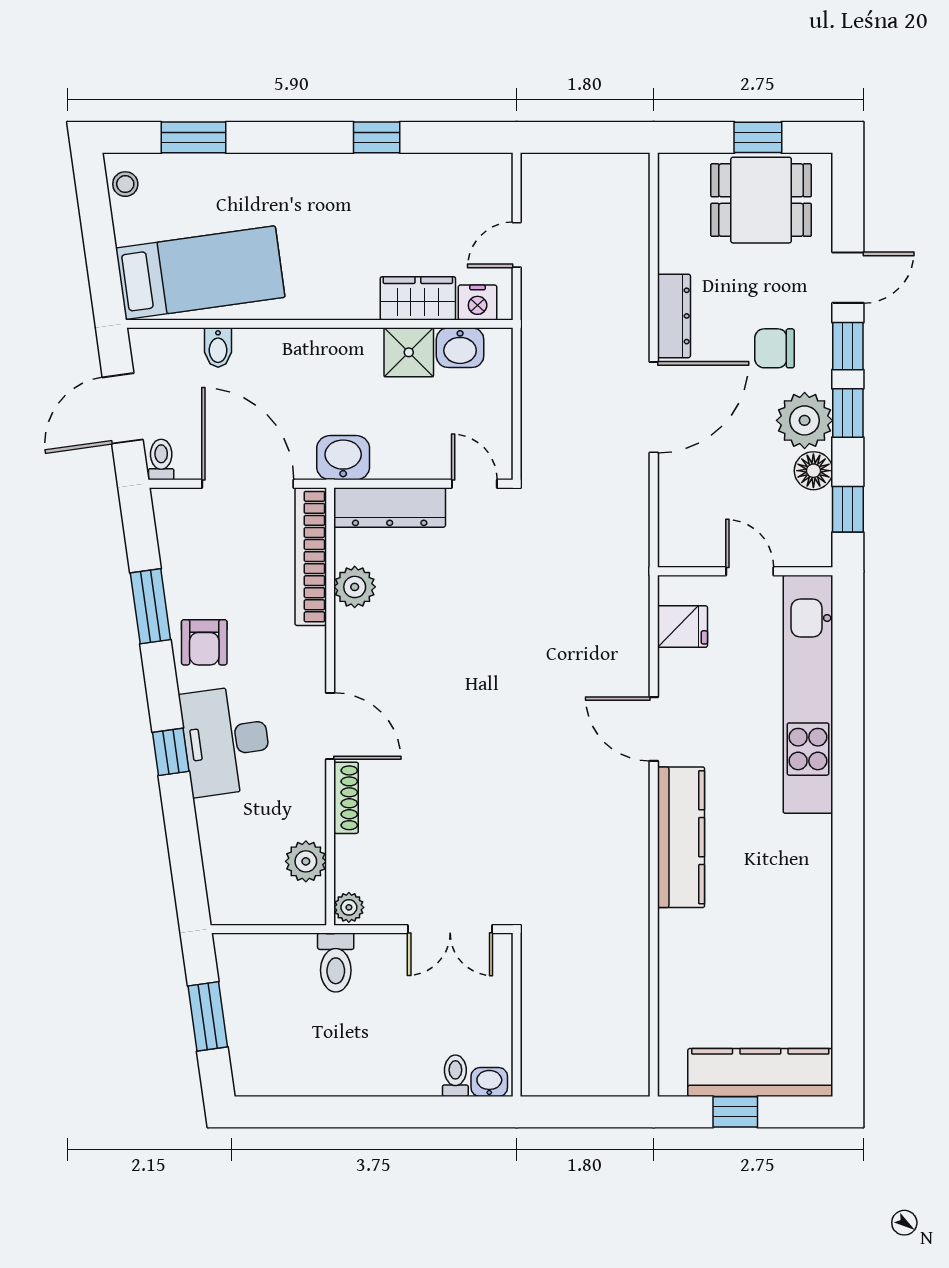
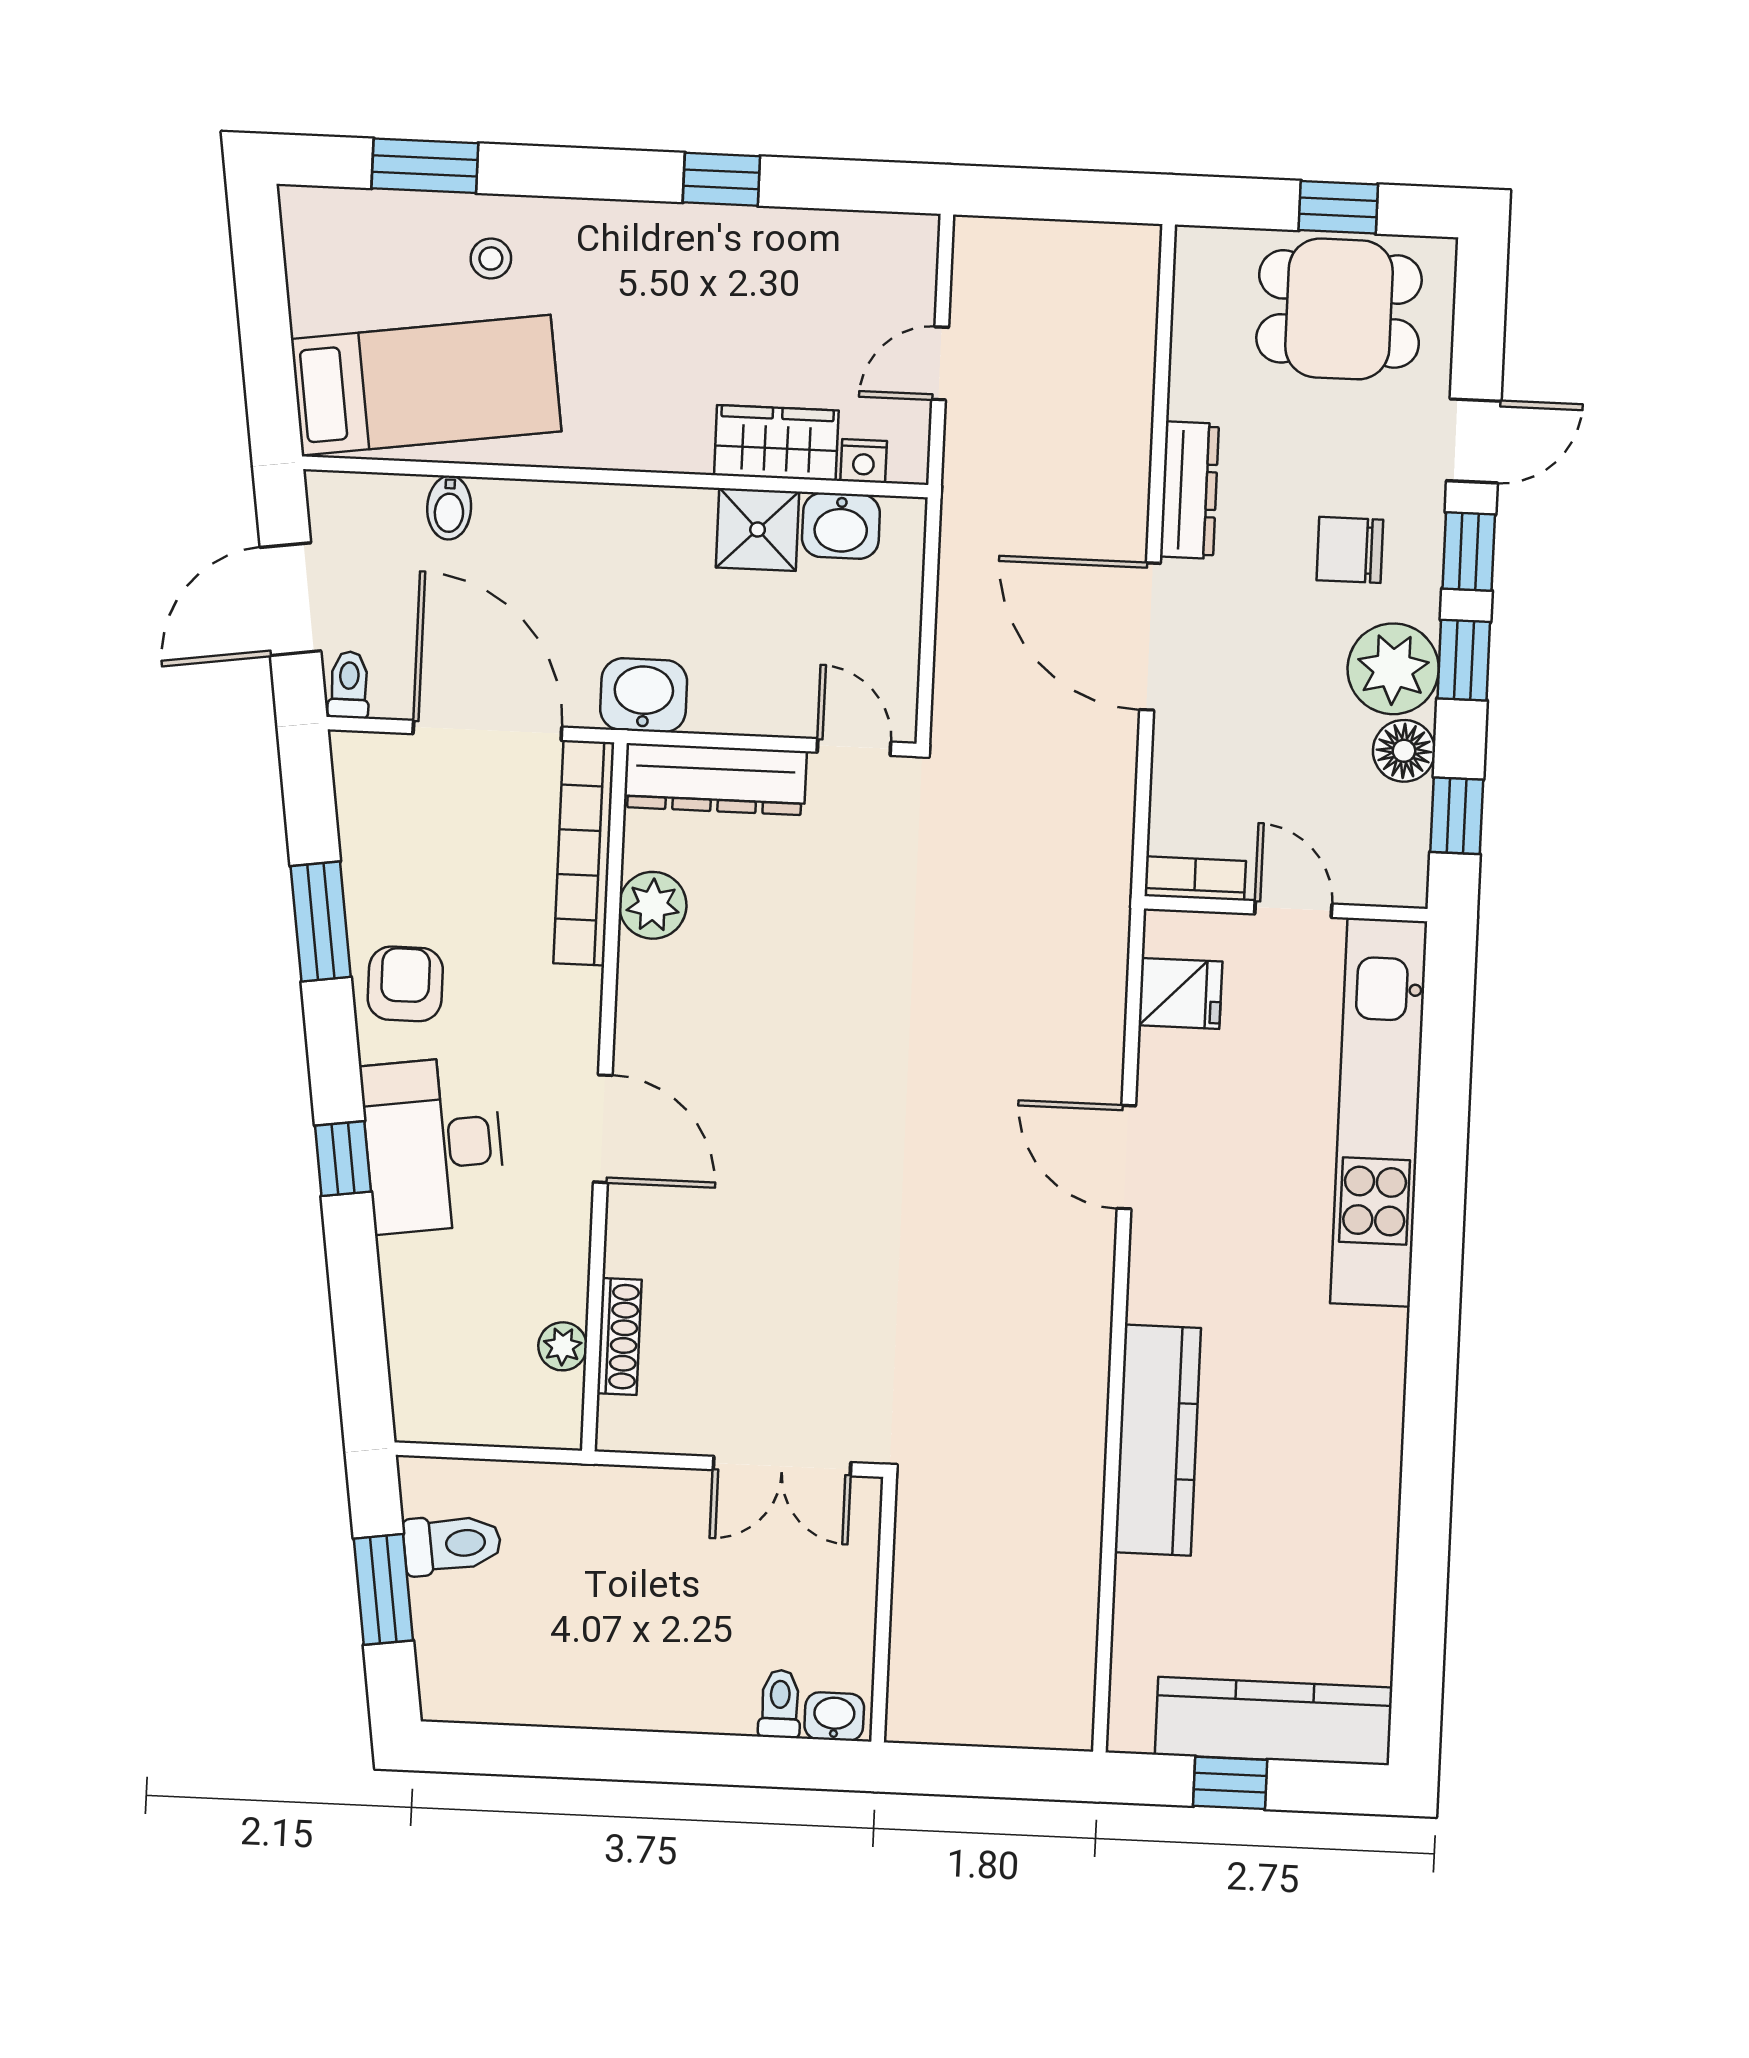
stool: (125, 184) -> (491, 258), moved
nightstand: (478, 303) -> (864, 461), width x0.72, depth x0.74
door: (654, 407) -> (1150, 636), swing flipped
bookcase: (688, 555) -> (1195, 878), added
armchair: (204, 642) -> (405, 984), turned 180
shoe rack: (346, 798) -> (619, 1336), moved
kitchen counter: (681, 837) -> (1158, 1440), moved
plant: (306, 861) -> (563, 1346), width x0.73, depth x0.73
plant: (349, 907) -> (620, 1424), removed
toilet: (336, 963) -> (452, 1544), moved, turned -98

